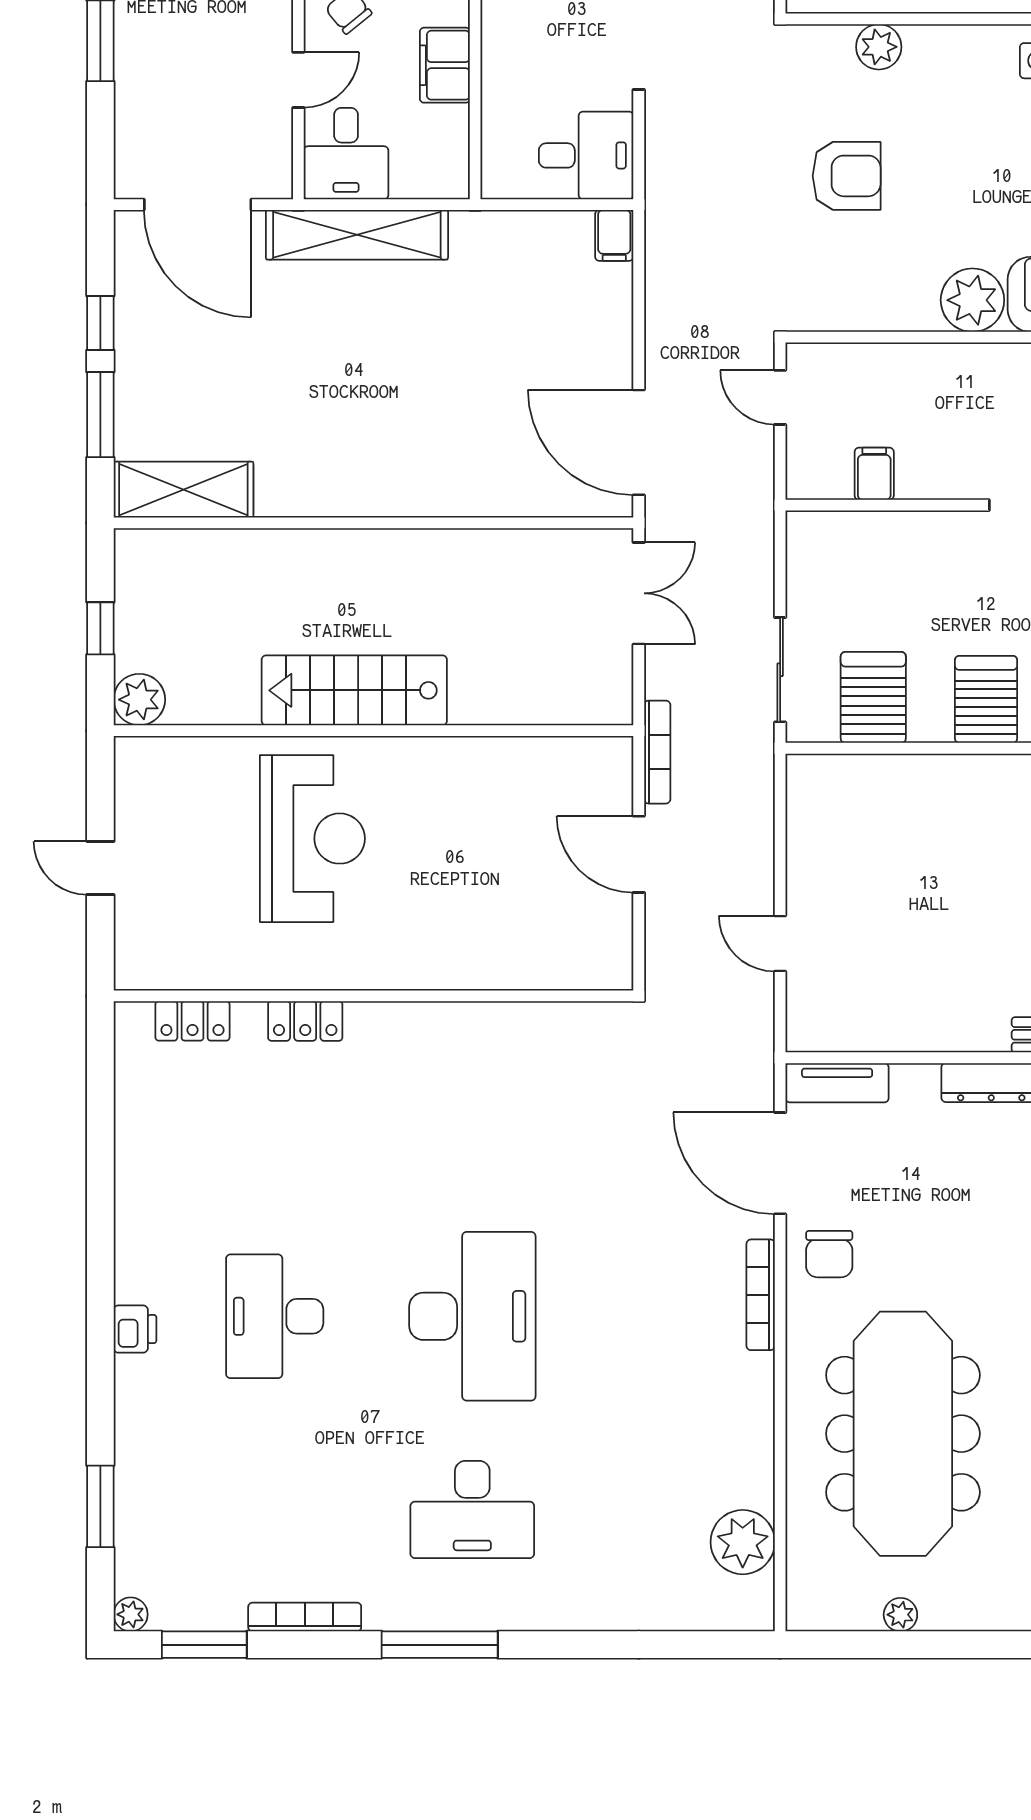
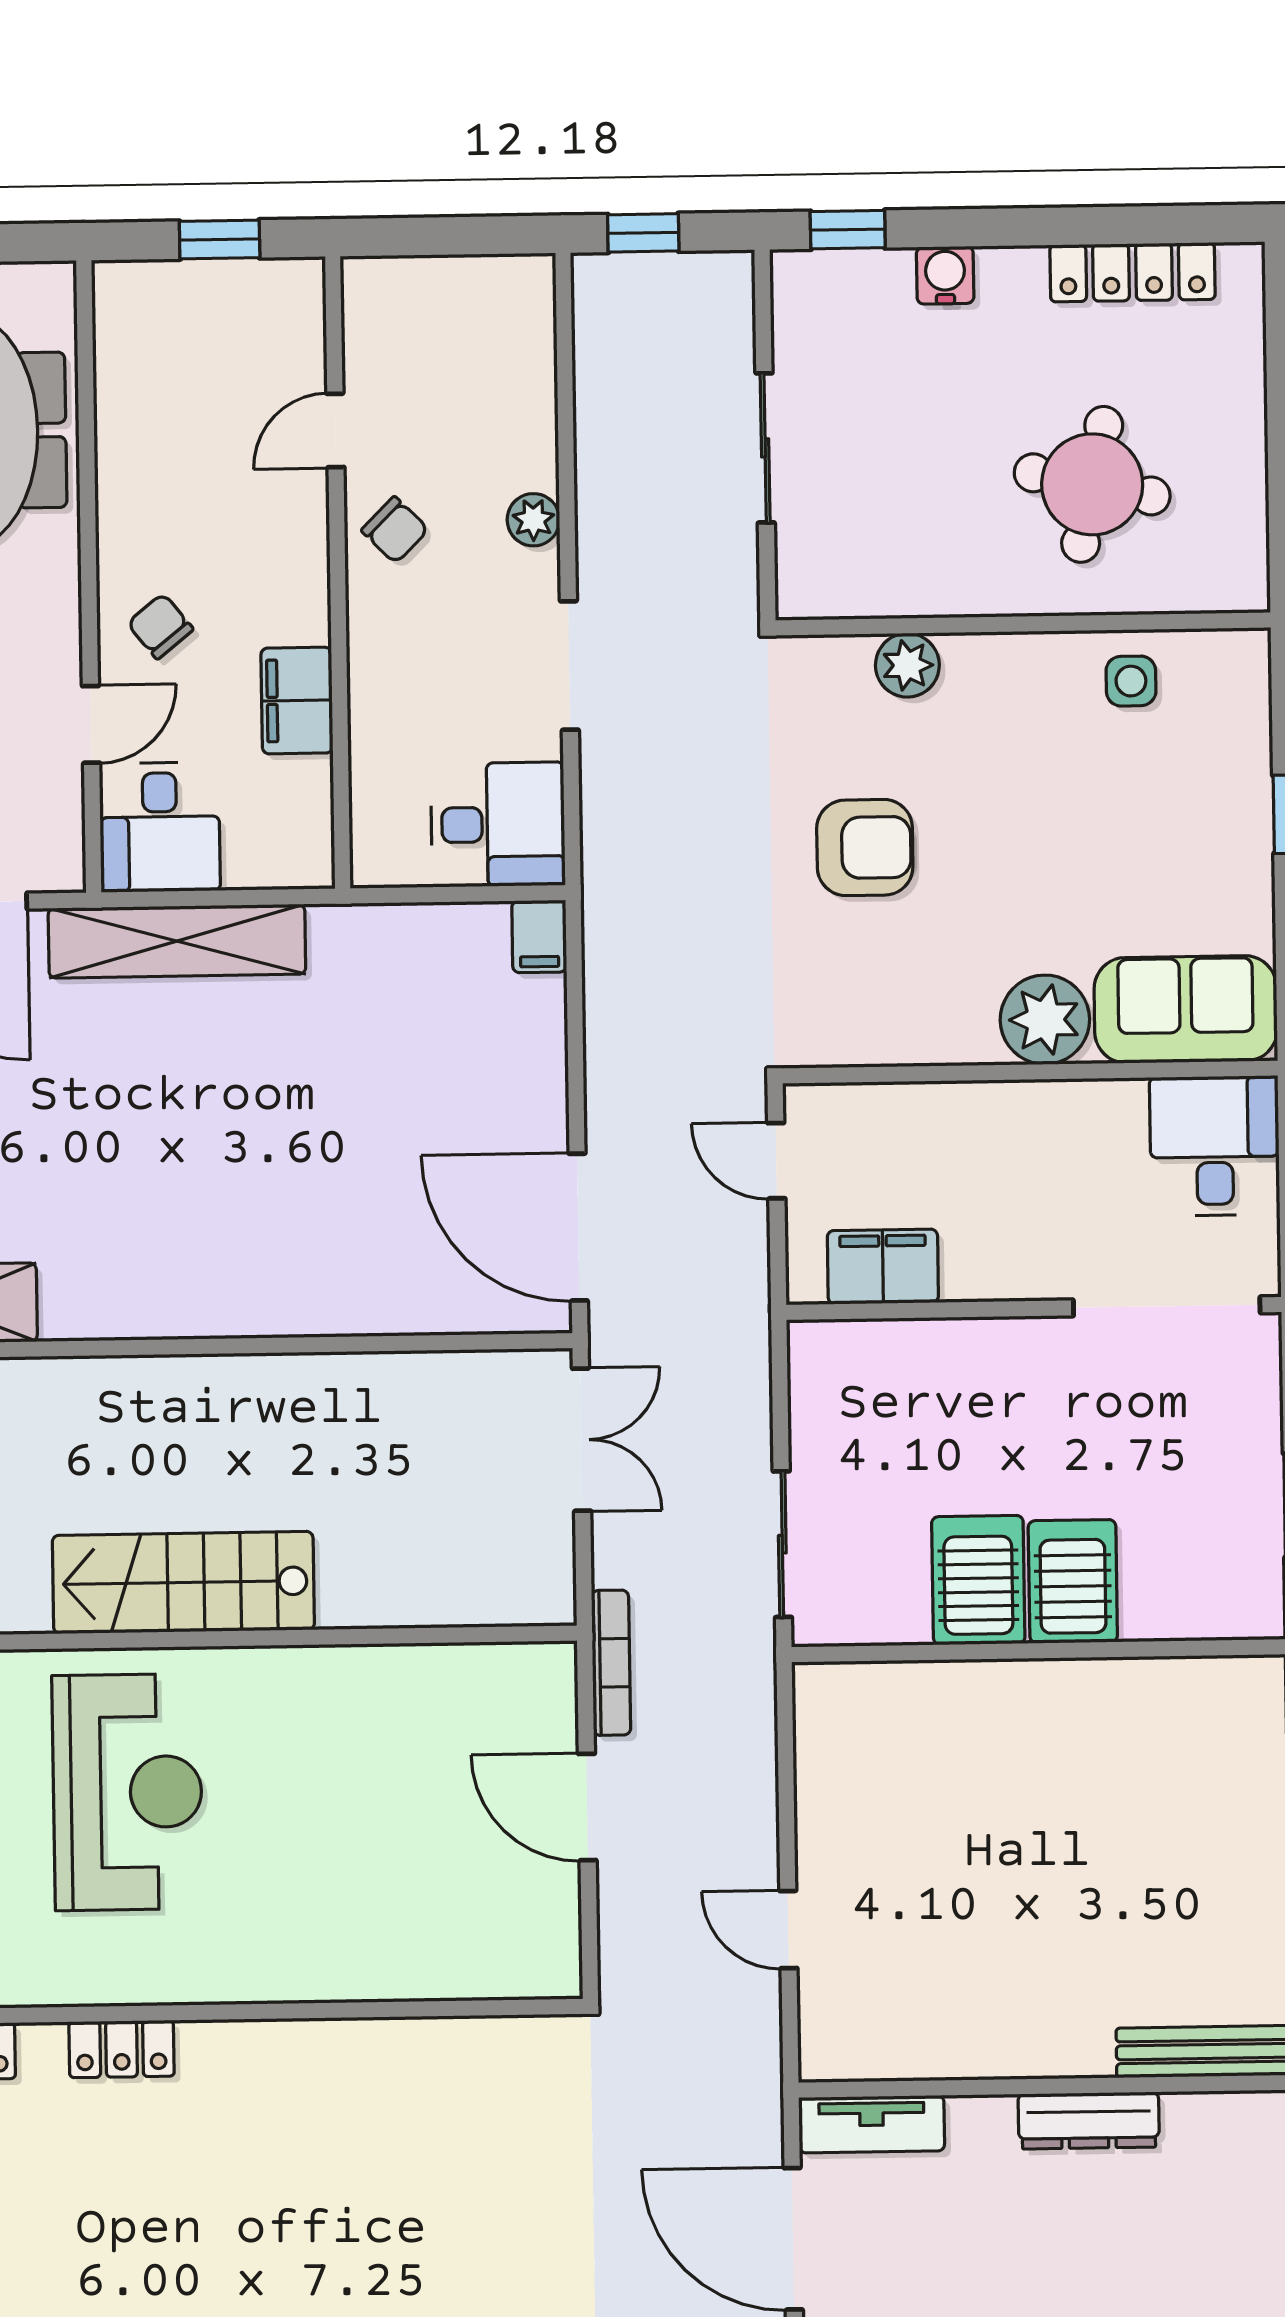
filing cabinet: (874, 474) -> (883, 1267), width x2.00
server rack: (873, 697) -> (978, 1580), moved

